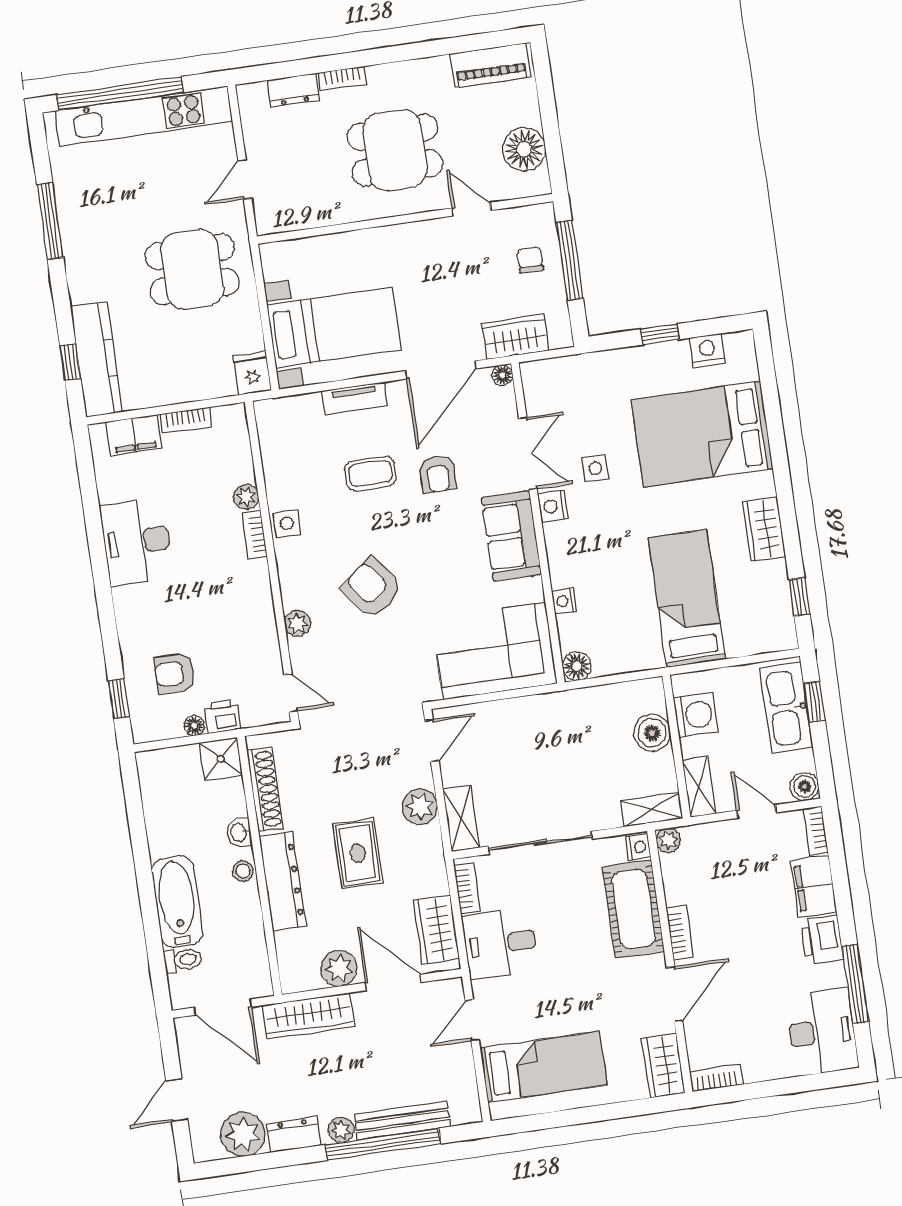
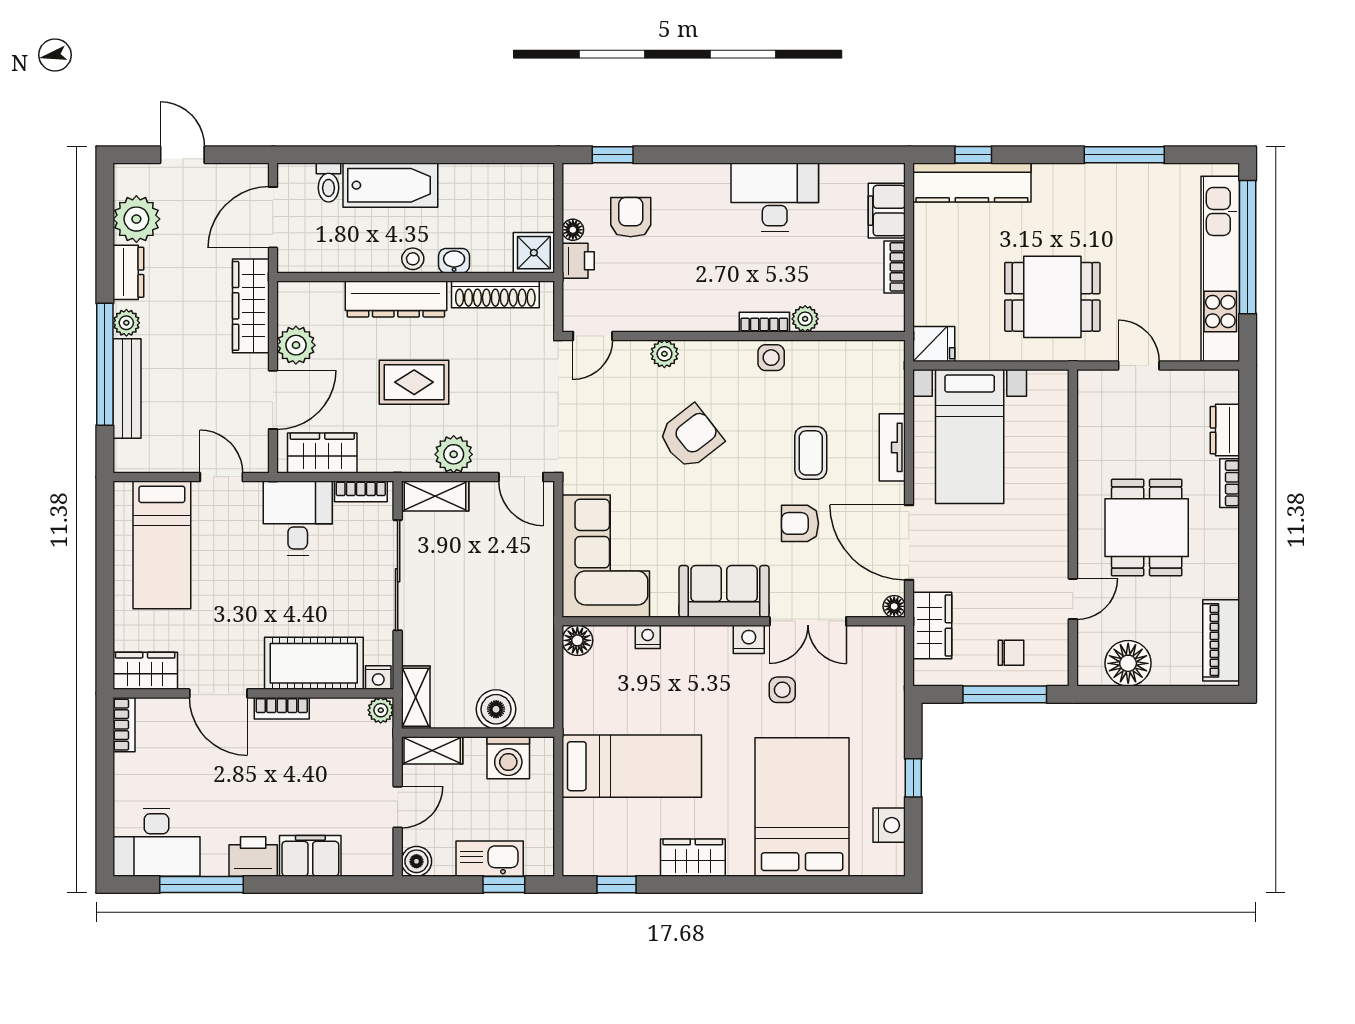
dining table: (192, 269) -> (1052, 297), turned 90
kitchen sink: (787, 708) -> (490, 859), width x0.73, depth x0.81
bookcase: (816, 831) -> (369, 866), removed

